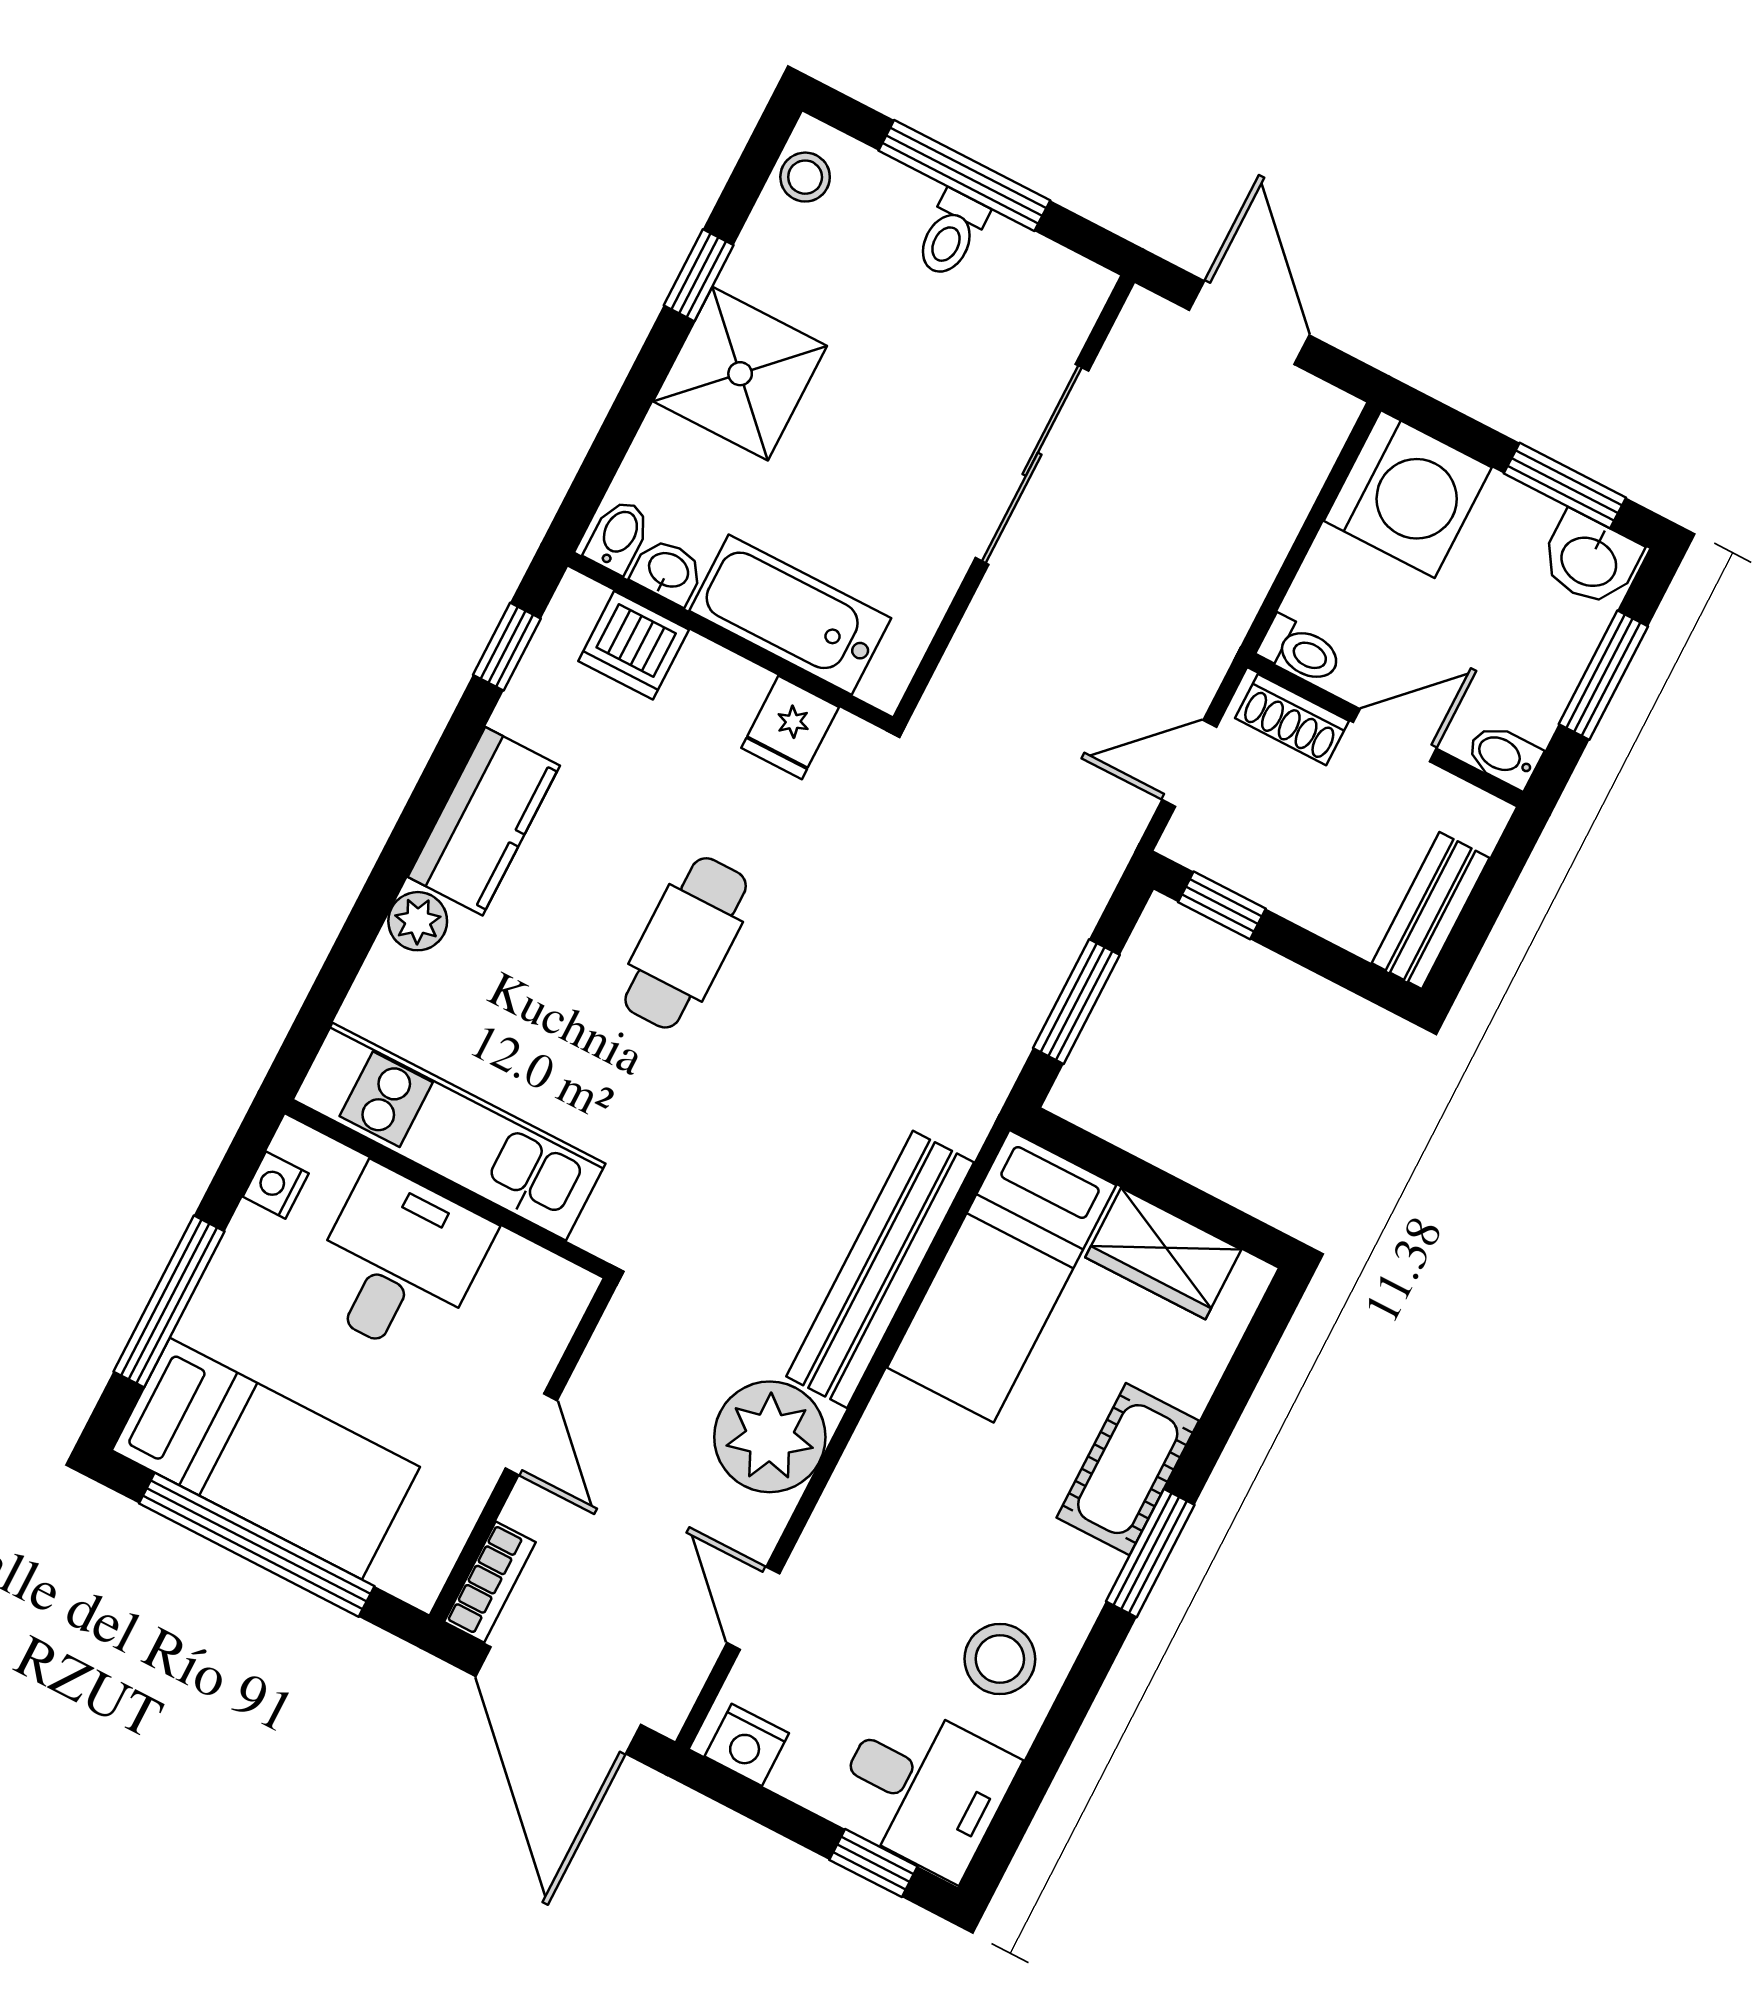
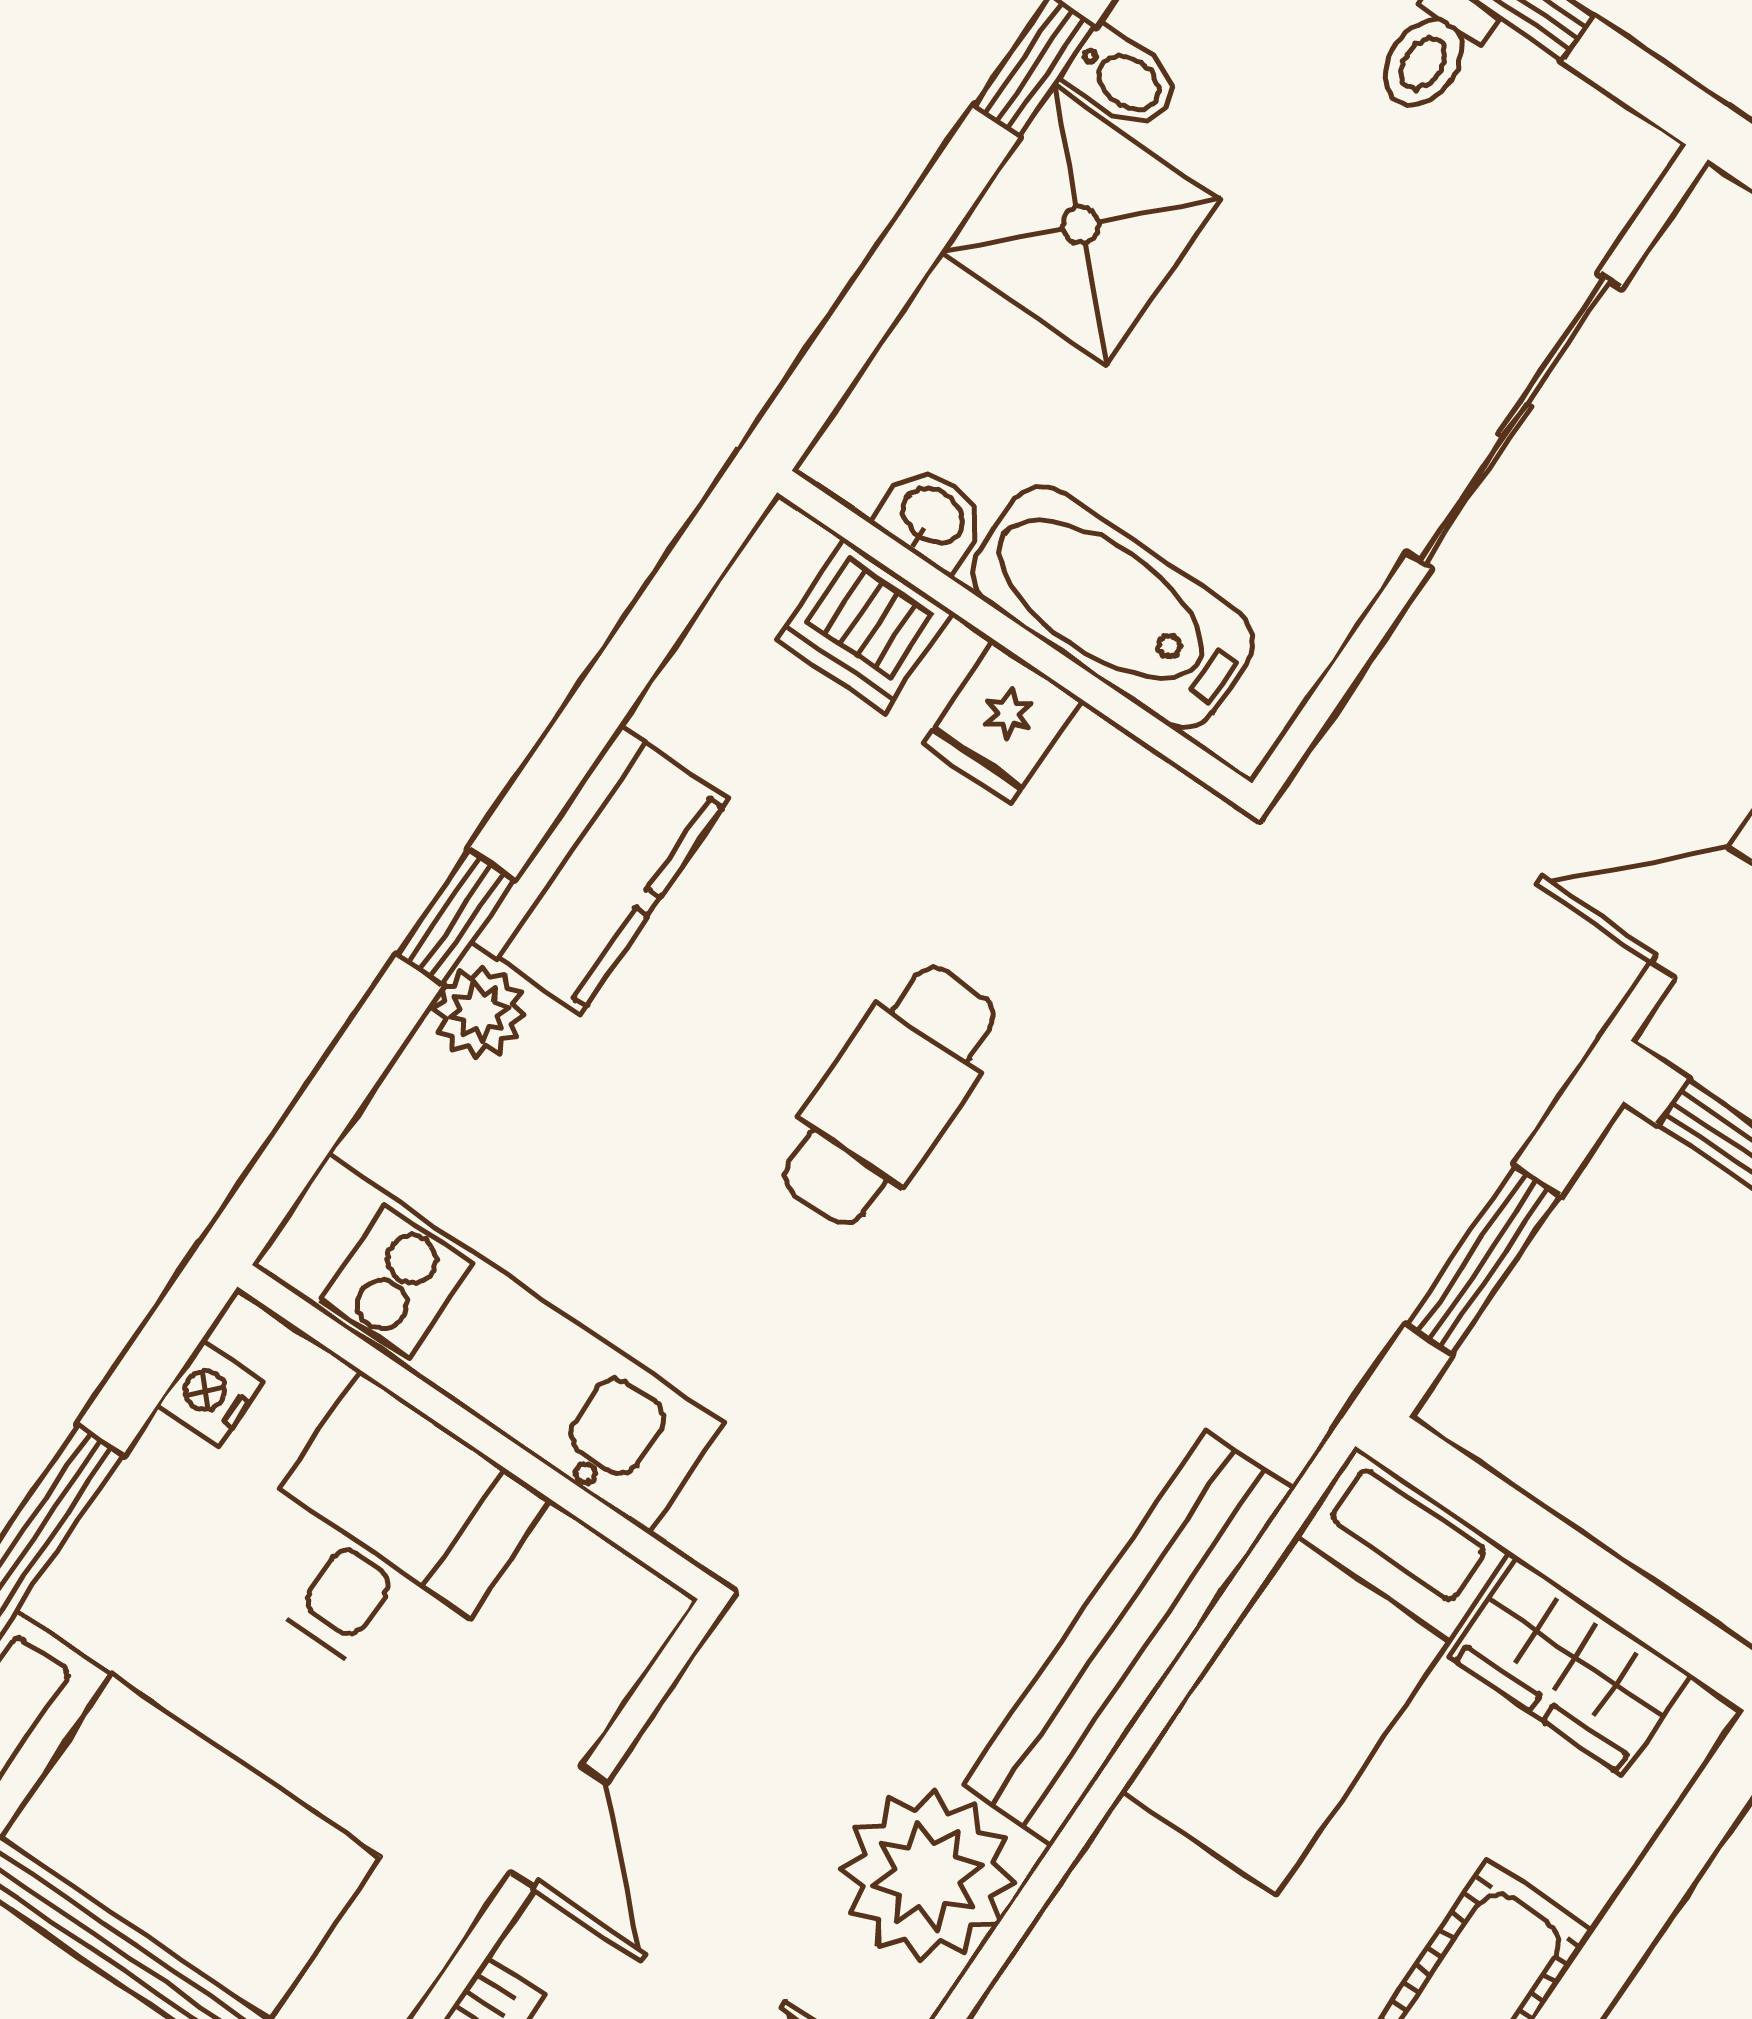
bidet: (618, 536) -> (1122, 78), moved, turned 90
window: (507, 647) -> (456, 917), moved
fridge: (790, 727) -> (1003, 722), moved

